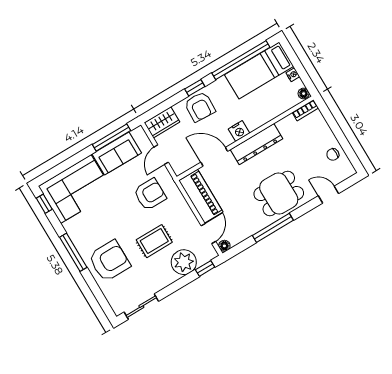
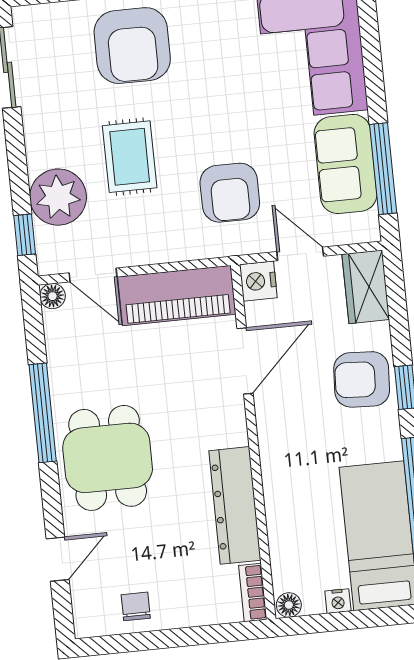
nightstand: (239, 131) -> (258, 281), moved
dresser: (257, 144) -> (235, 505), moved

